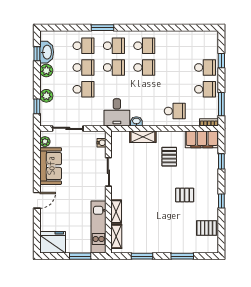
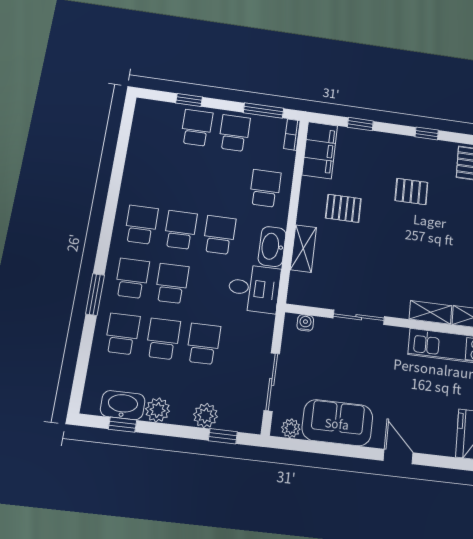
school desk: (144, 89) -> (219, 235), added
washbasin: (136, 121) -> (272, 246), width x1.91, depth x1.45
pallet: (185, 195) -> (411, 191), turned 90

